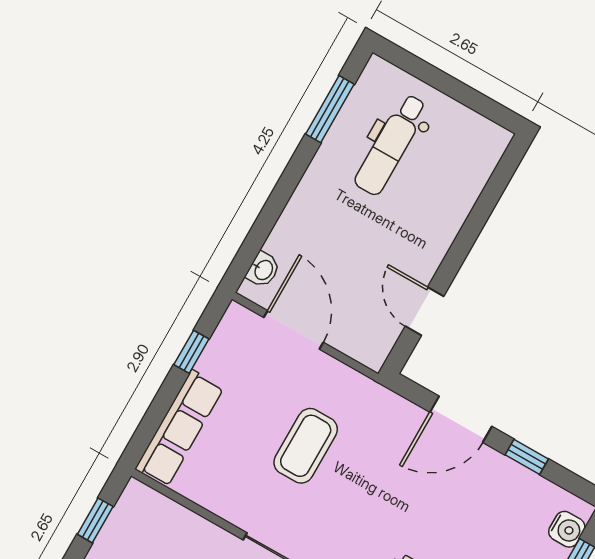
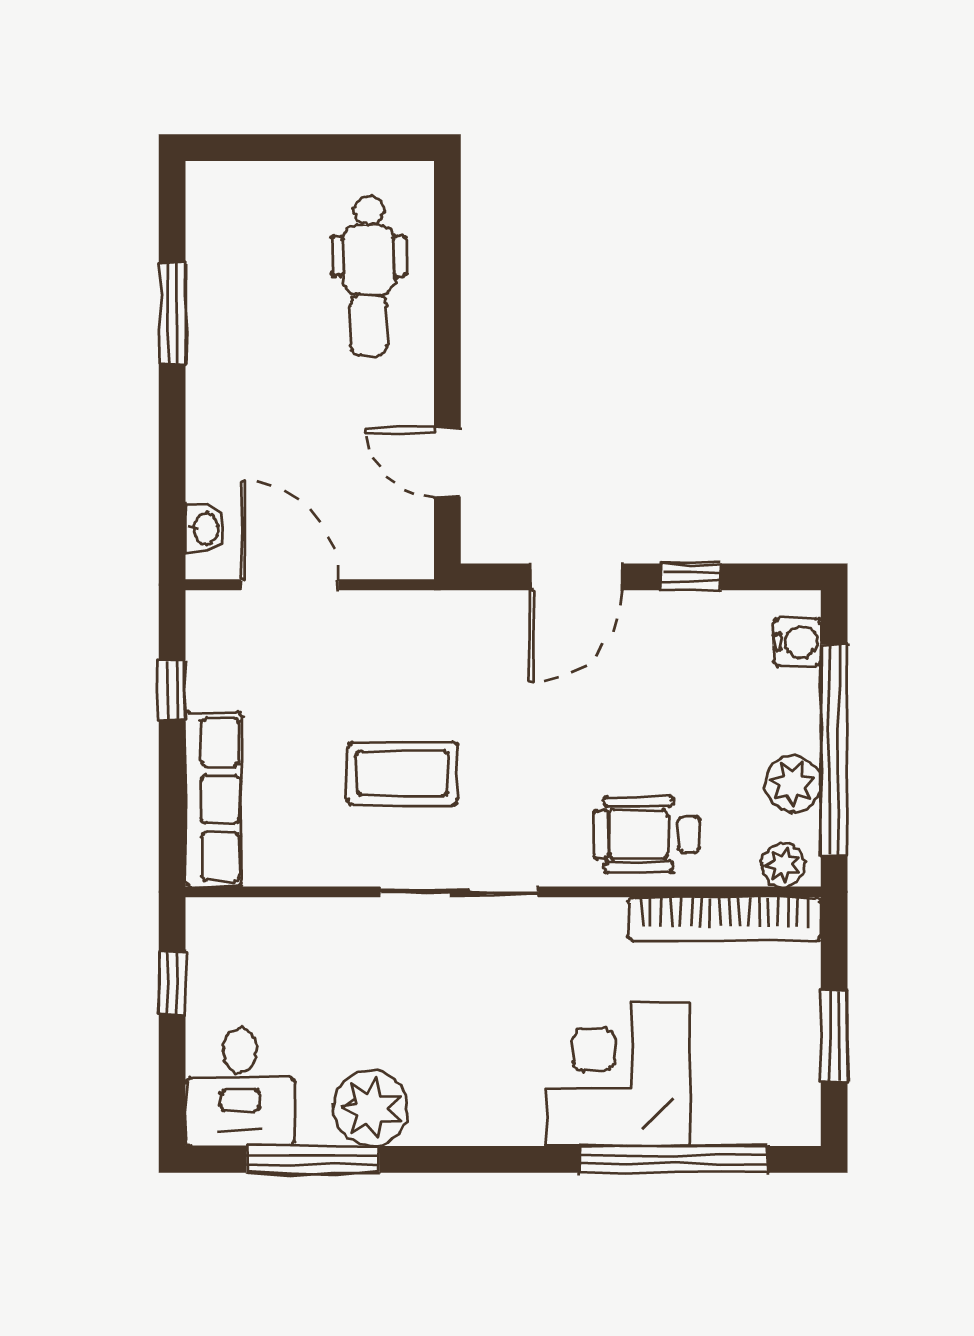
window: (330, 109) -> (172, 313), moved
dental chair: (391, 145) -> (369, 276), moved
coffee table: (306, 446) -> (402, 773), moved, turned 90

